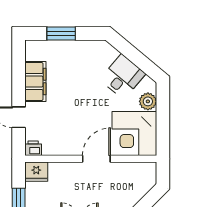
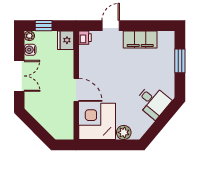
desk: (123, 77) -> (153, 101), moved

